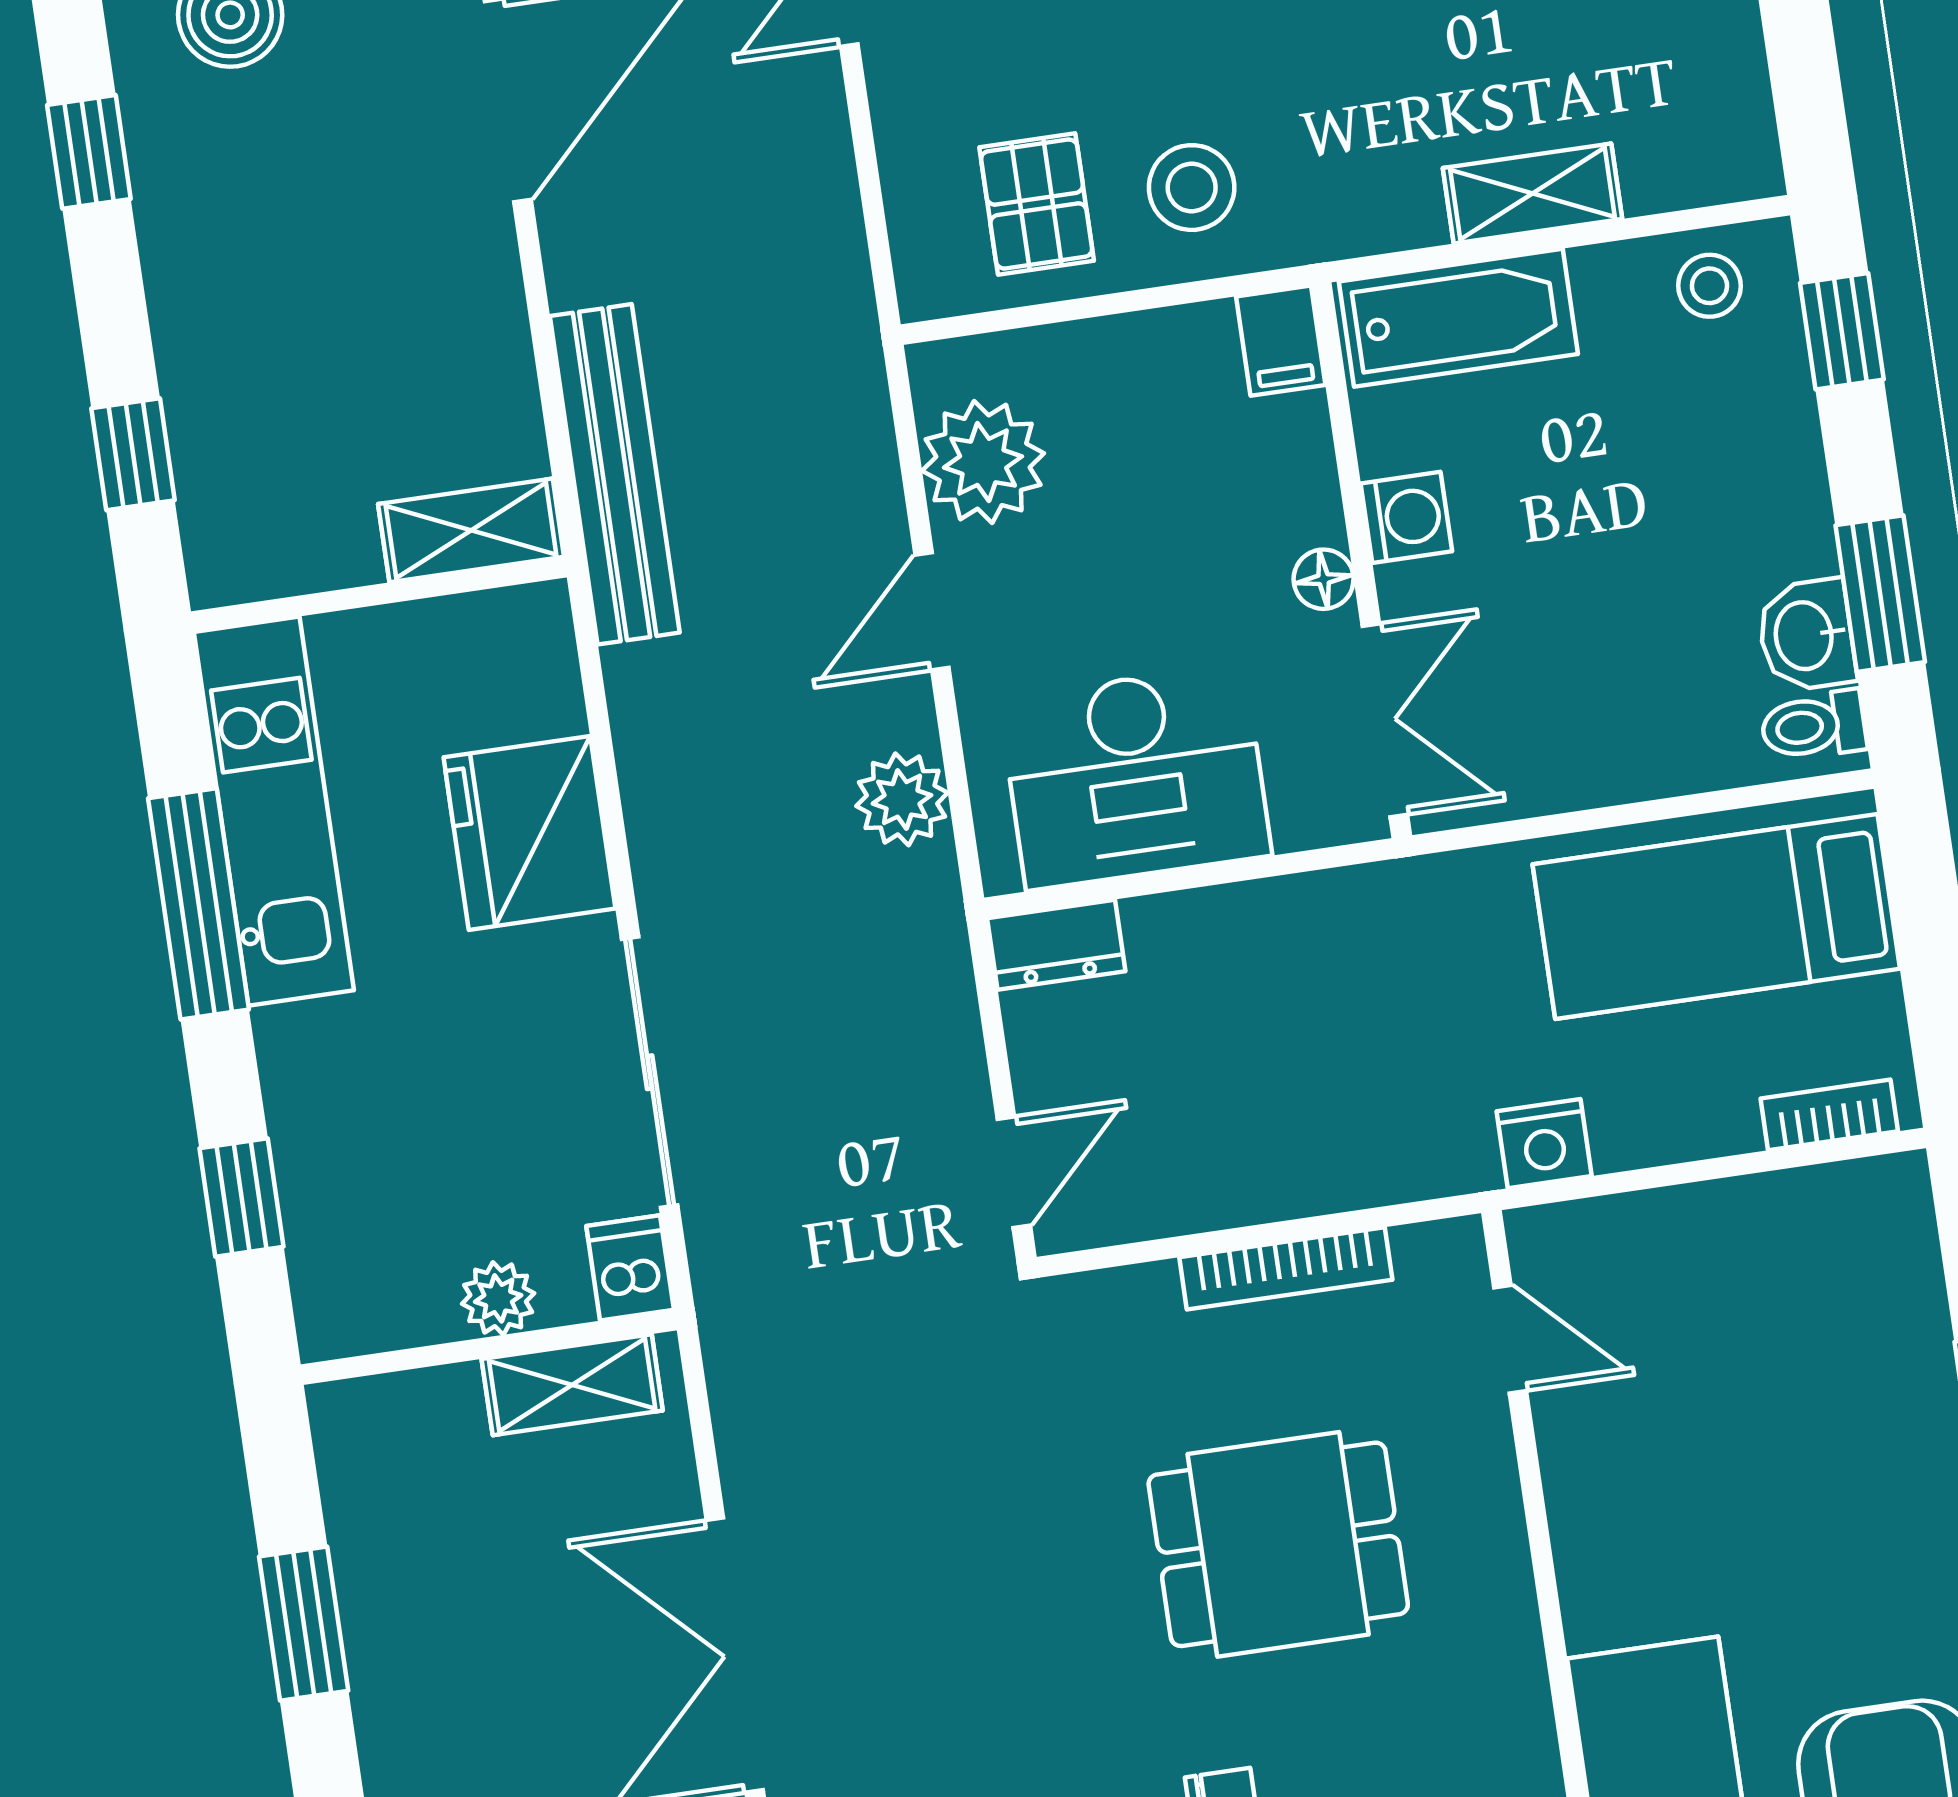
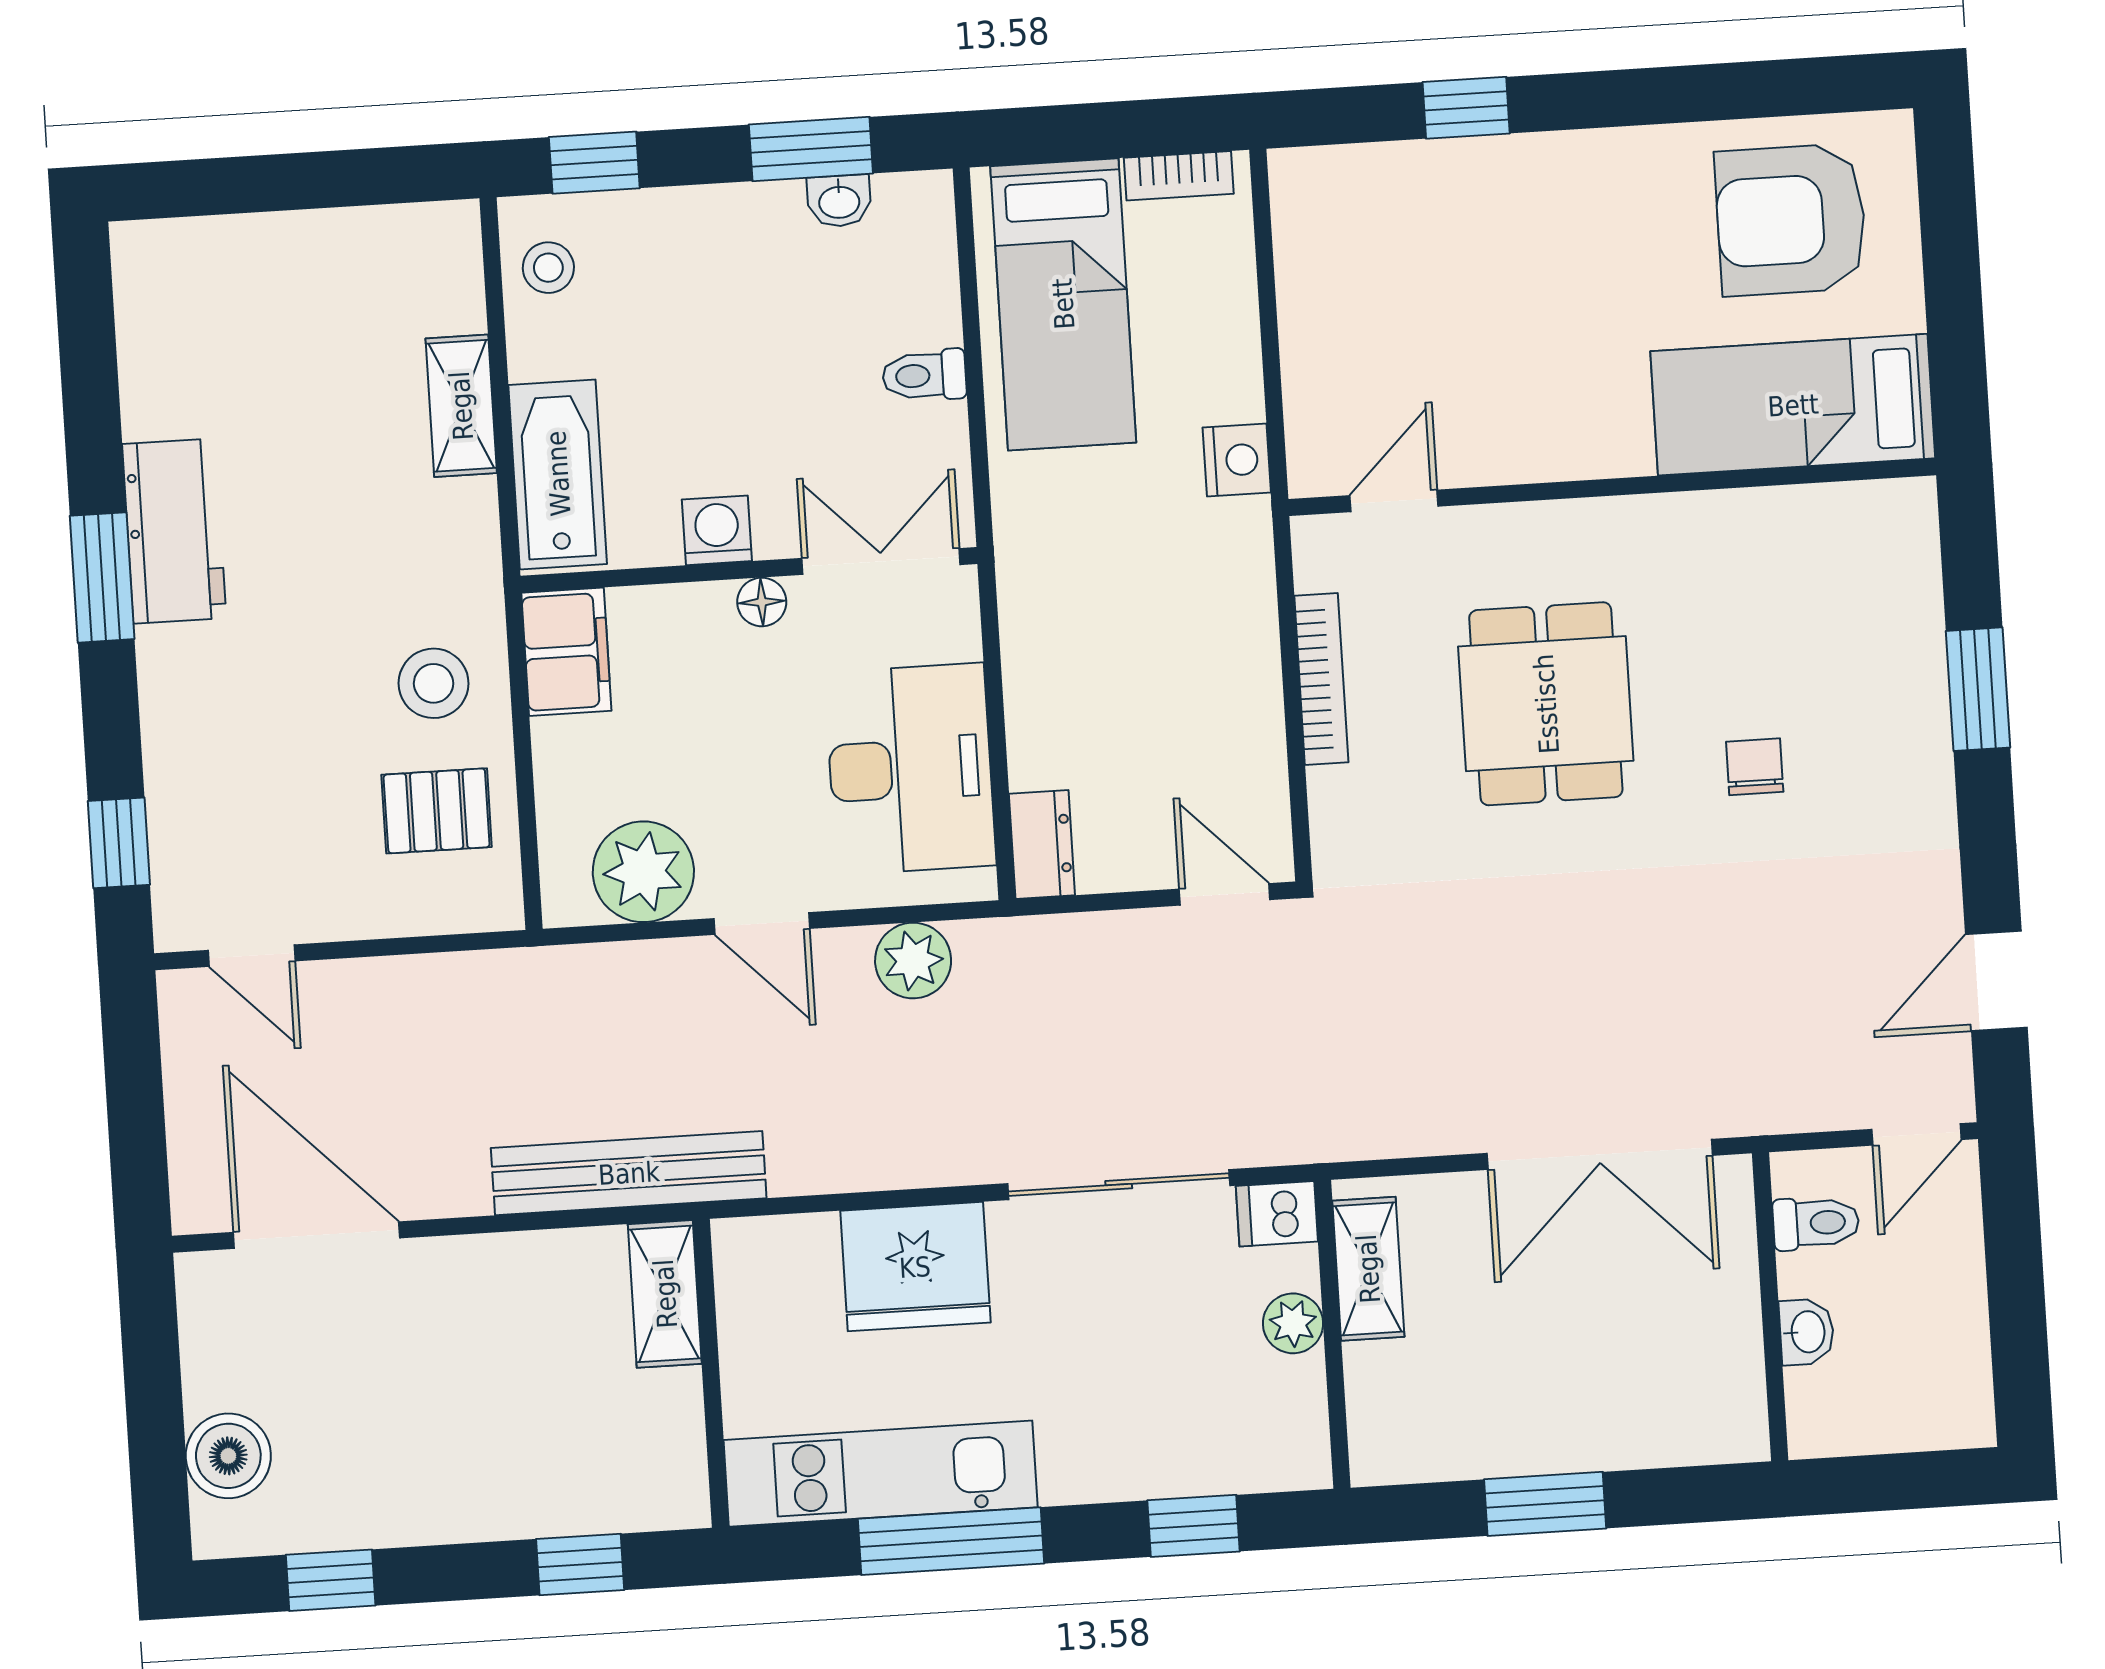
filing cabinet: (1281, 341) -> (566, 652), width x2.00
washbasin: (1806, 635) -> (839, 201), width x0.72, depth x0.69
toilet: (1814, 726) -> (924, 375), moved, turned 90
bookcase: (1829, 1115) -> (1179, 176), moved, turned -90

